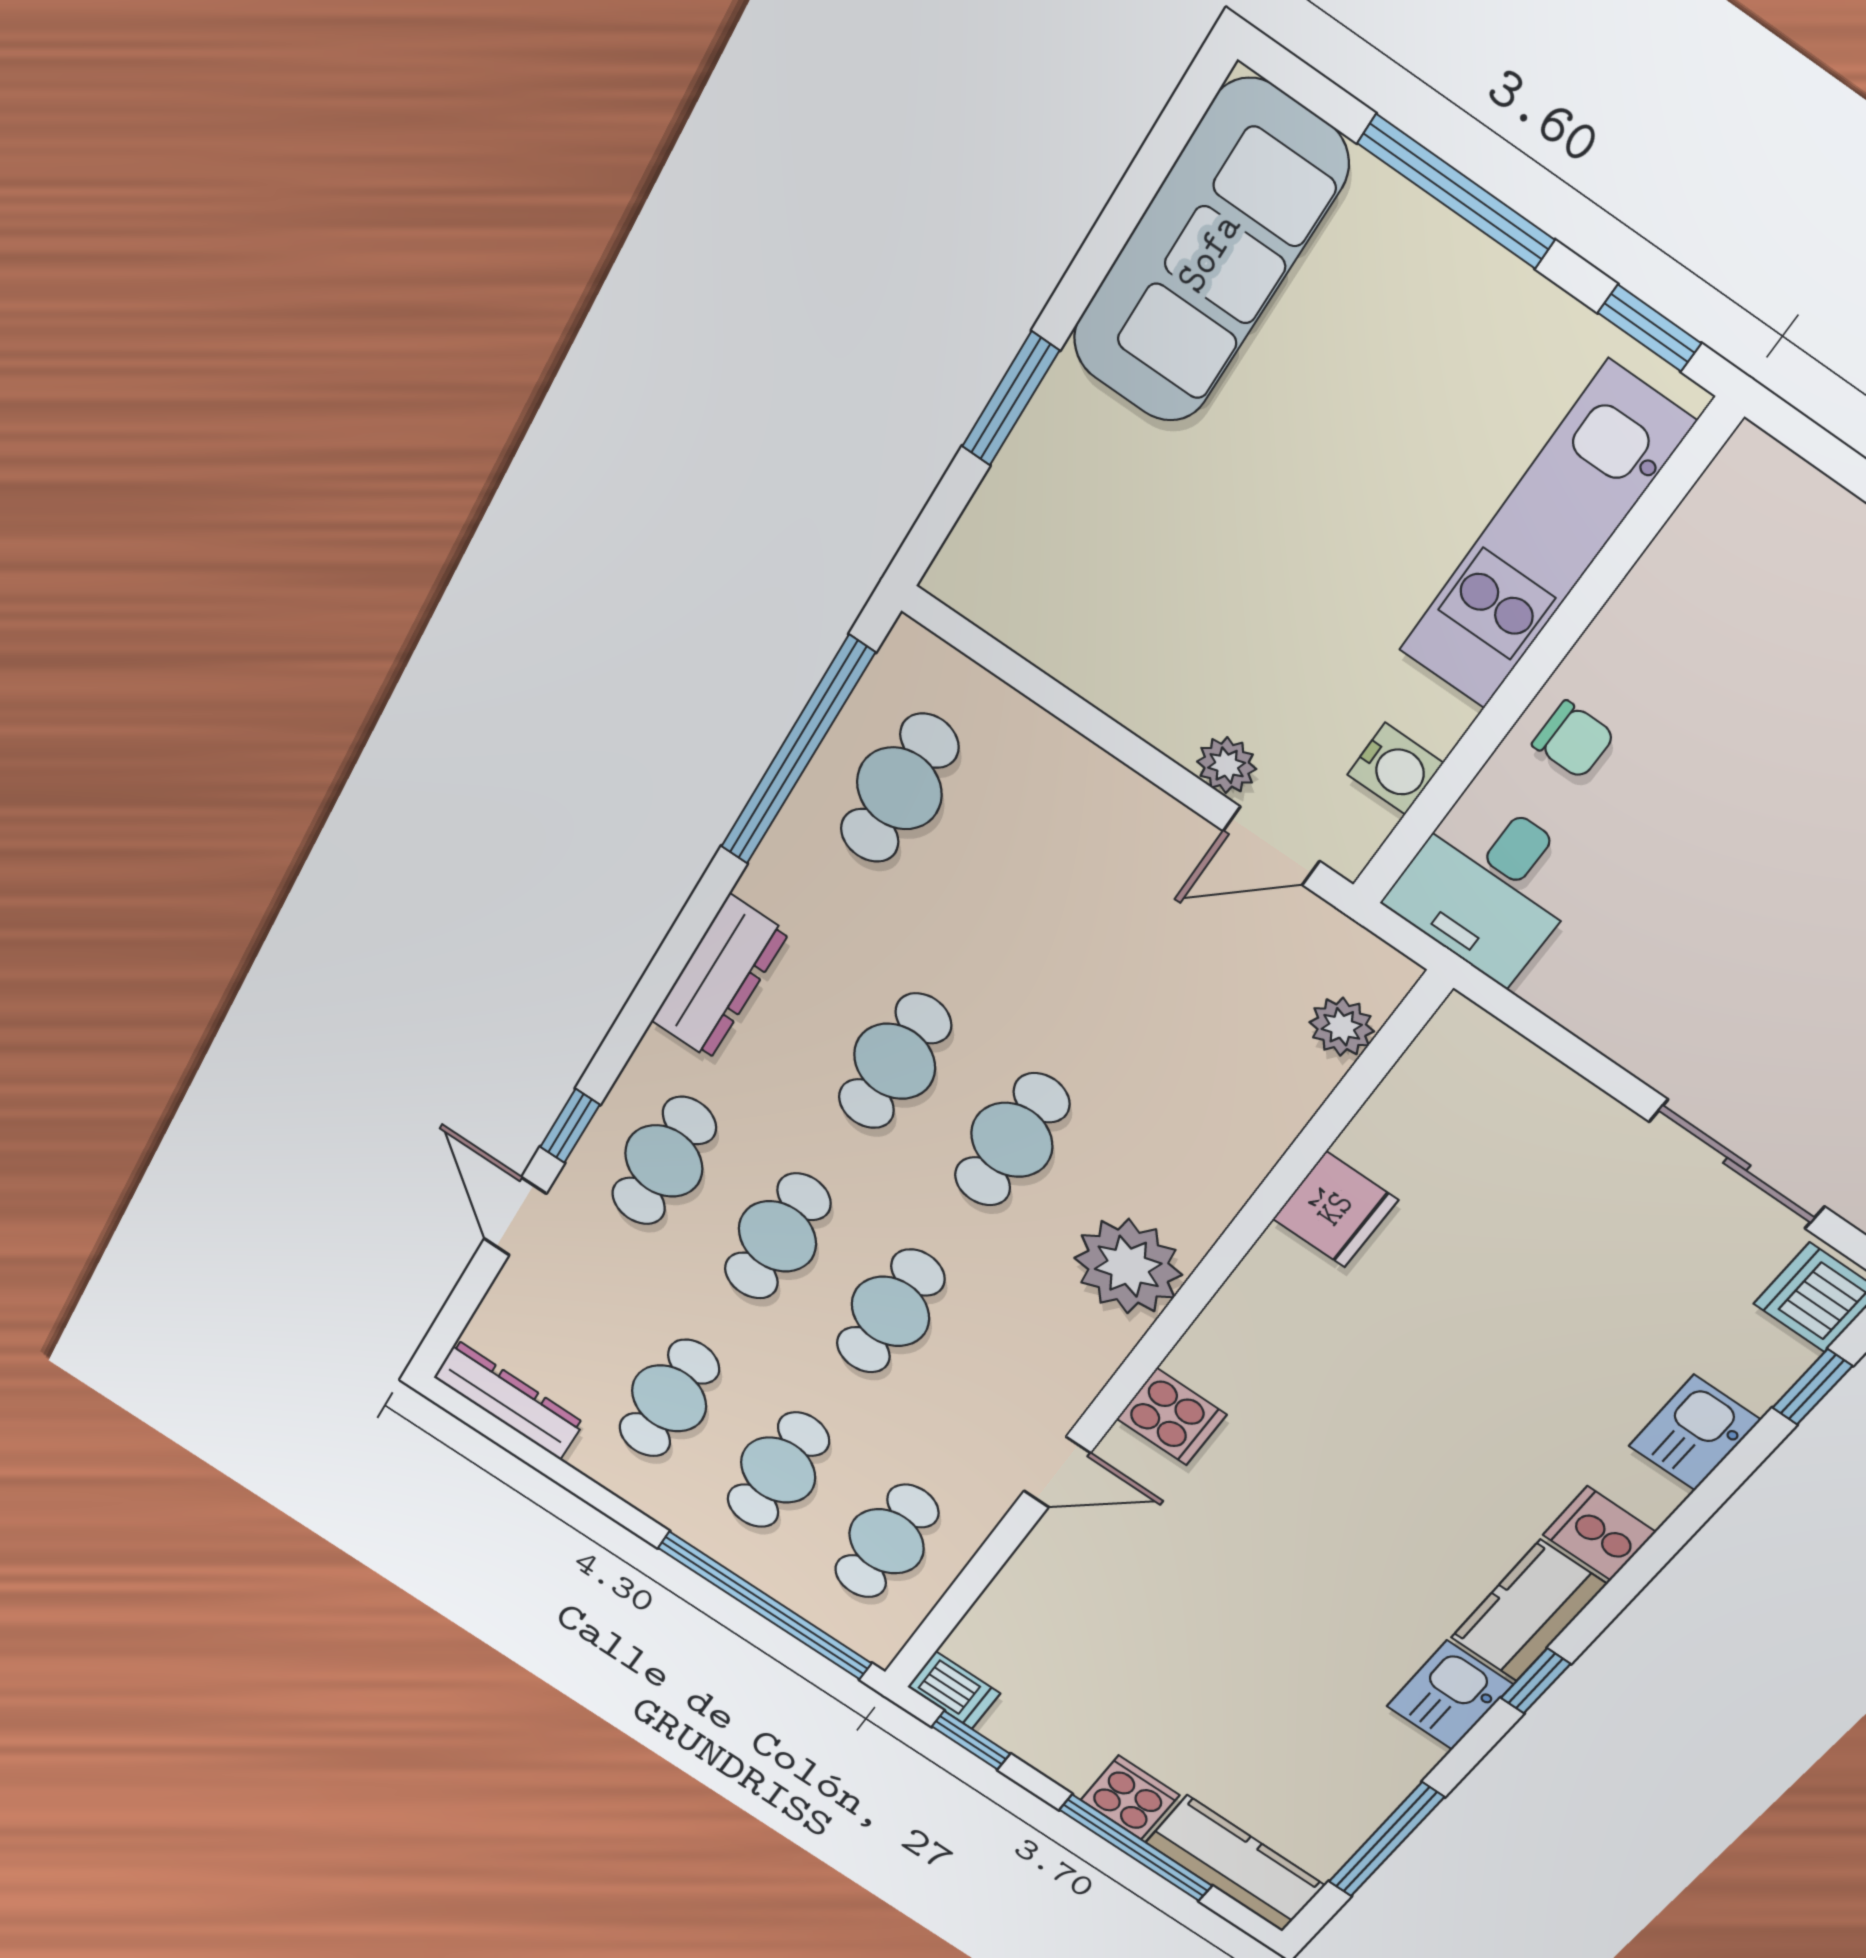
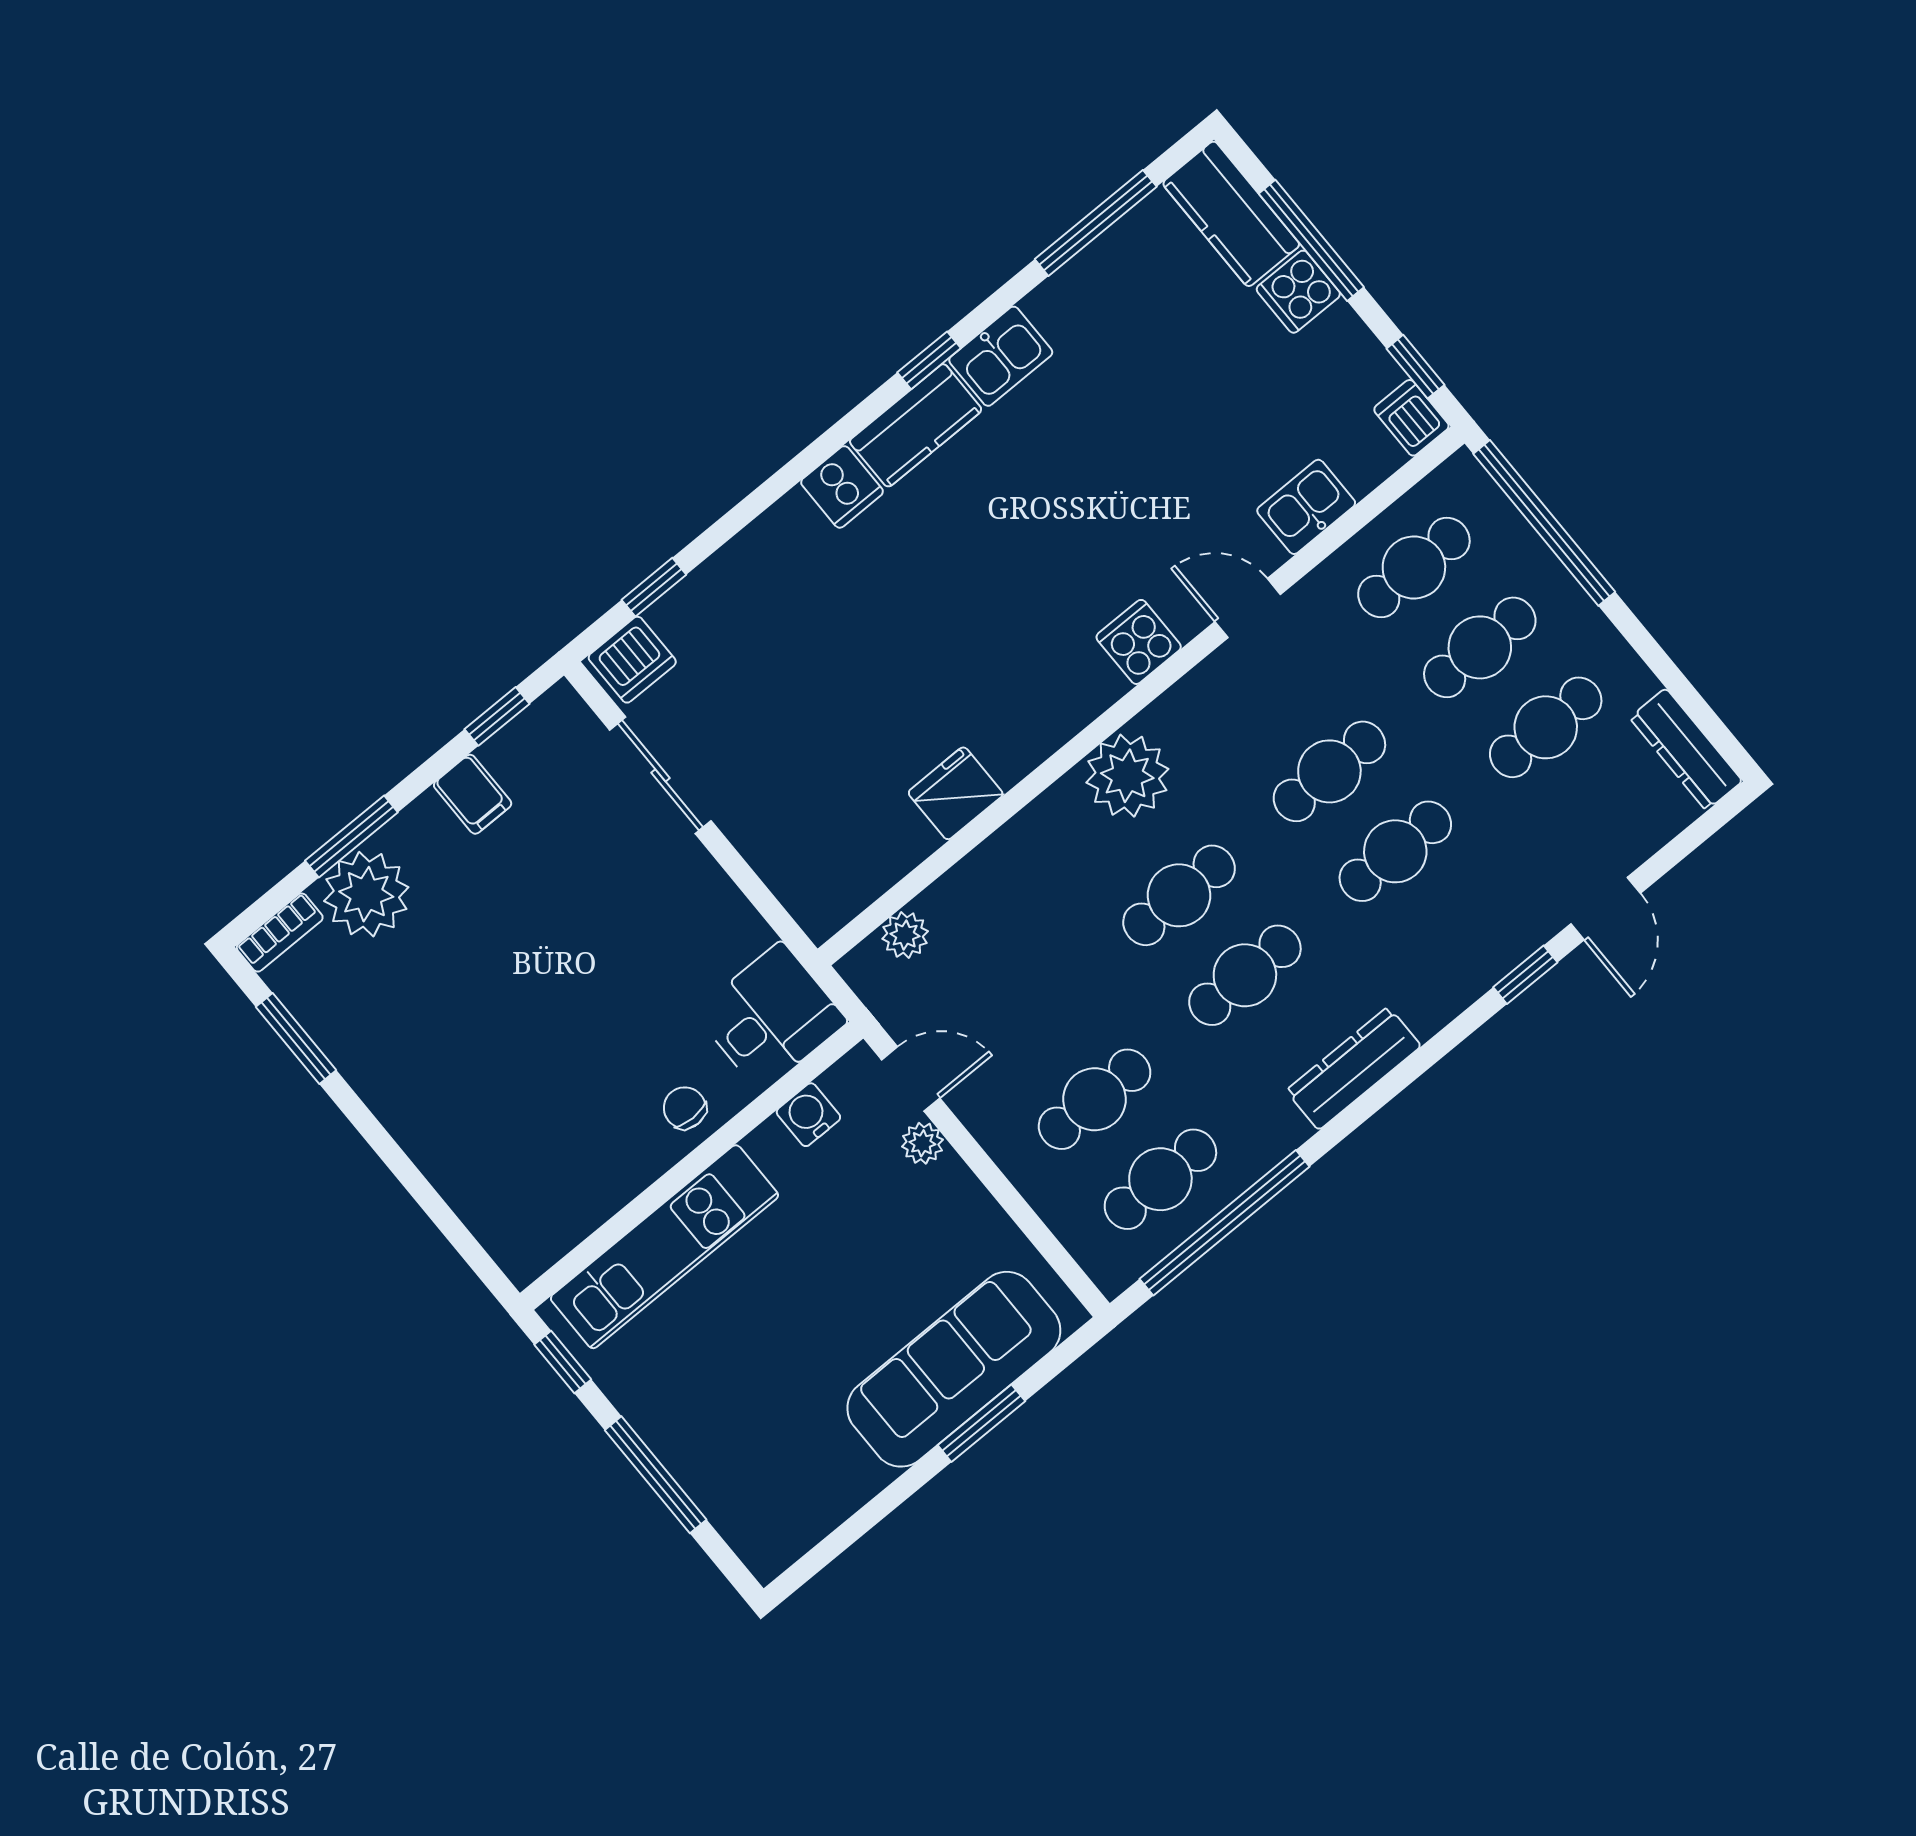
sofa: (1209, 253) -> (954, 1369), moved
cafe table: (664, 1161) -> (1095, 1099), moved
kitchen sink: (1694, 1433) -> (1306, 507), moved, turned 180

